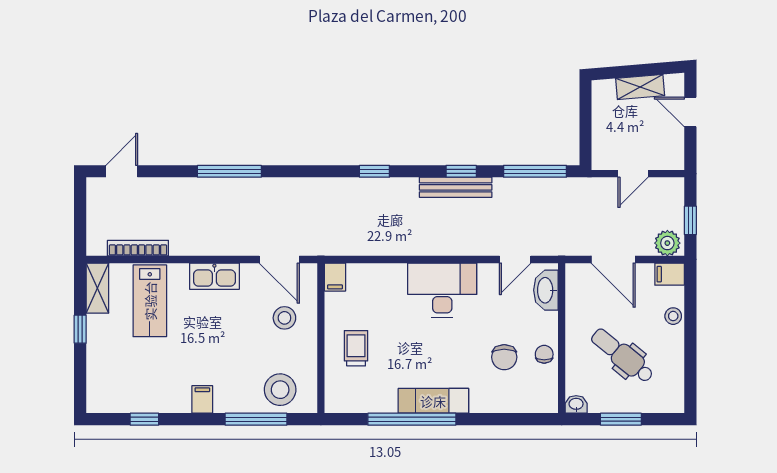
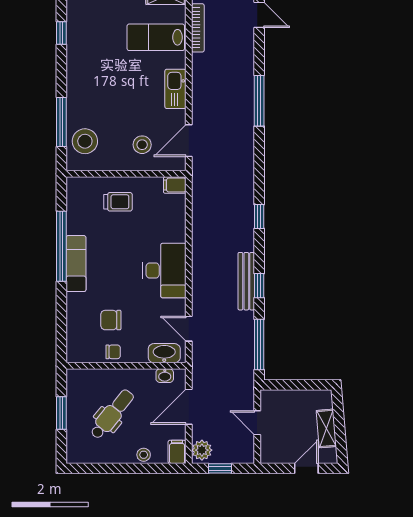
filing cabinet: (202, 399) -> (77, 79), removed
washbasin: (576, 404) -> (165, 376), moved, turned 90

